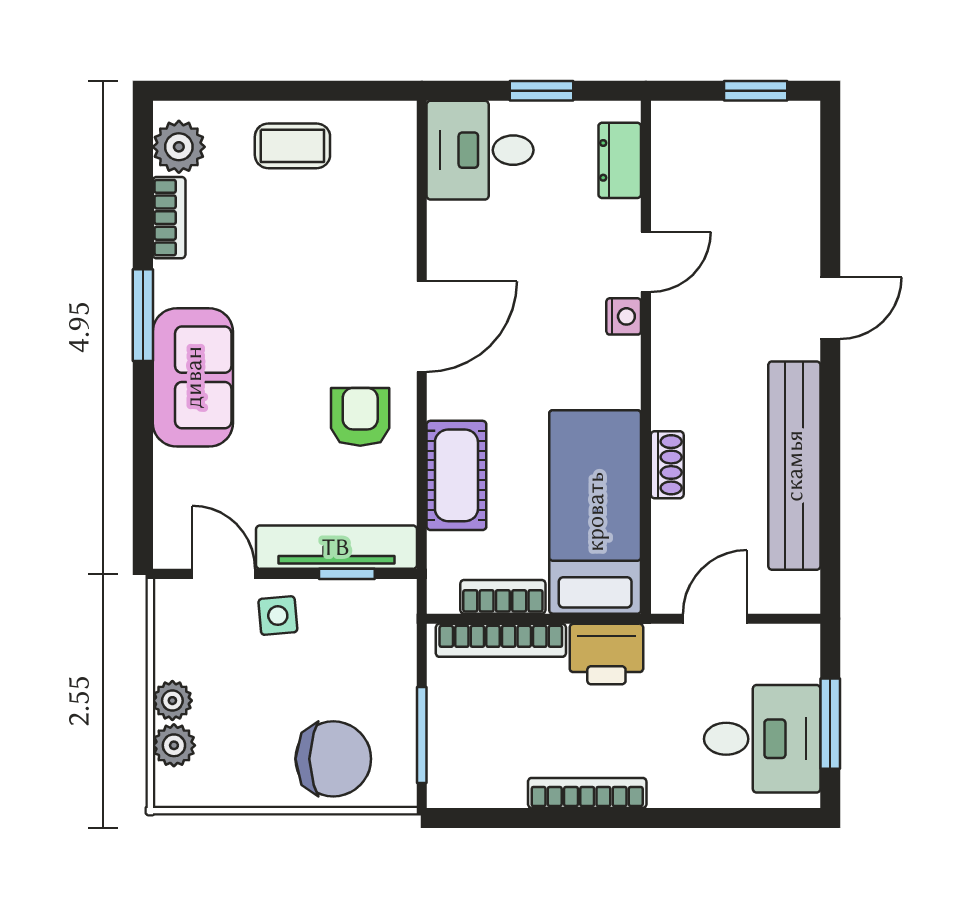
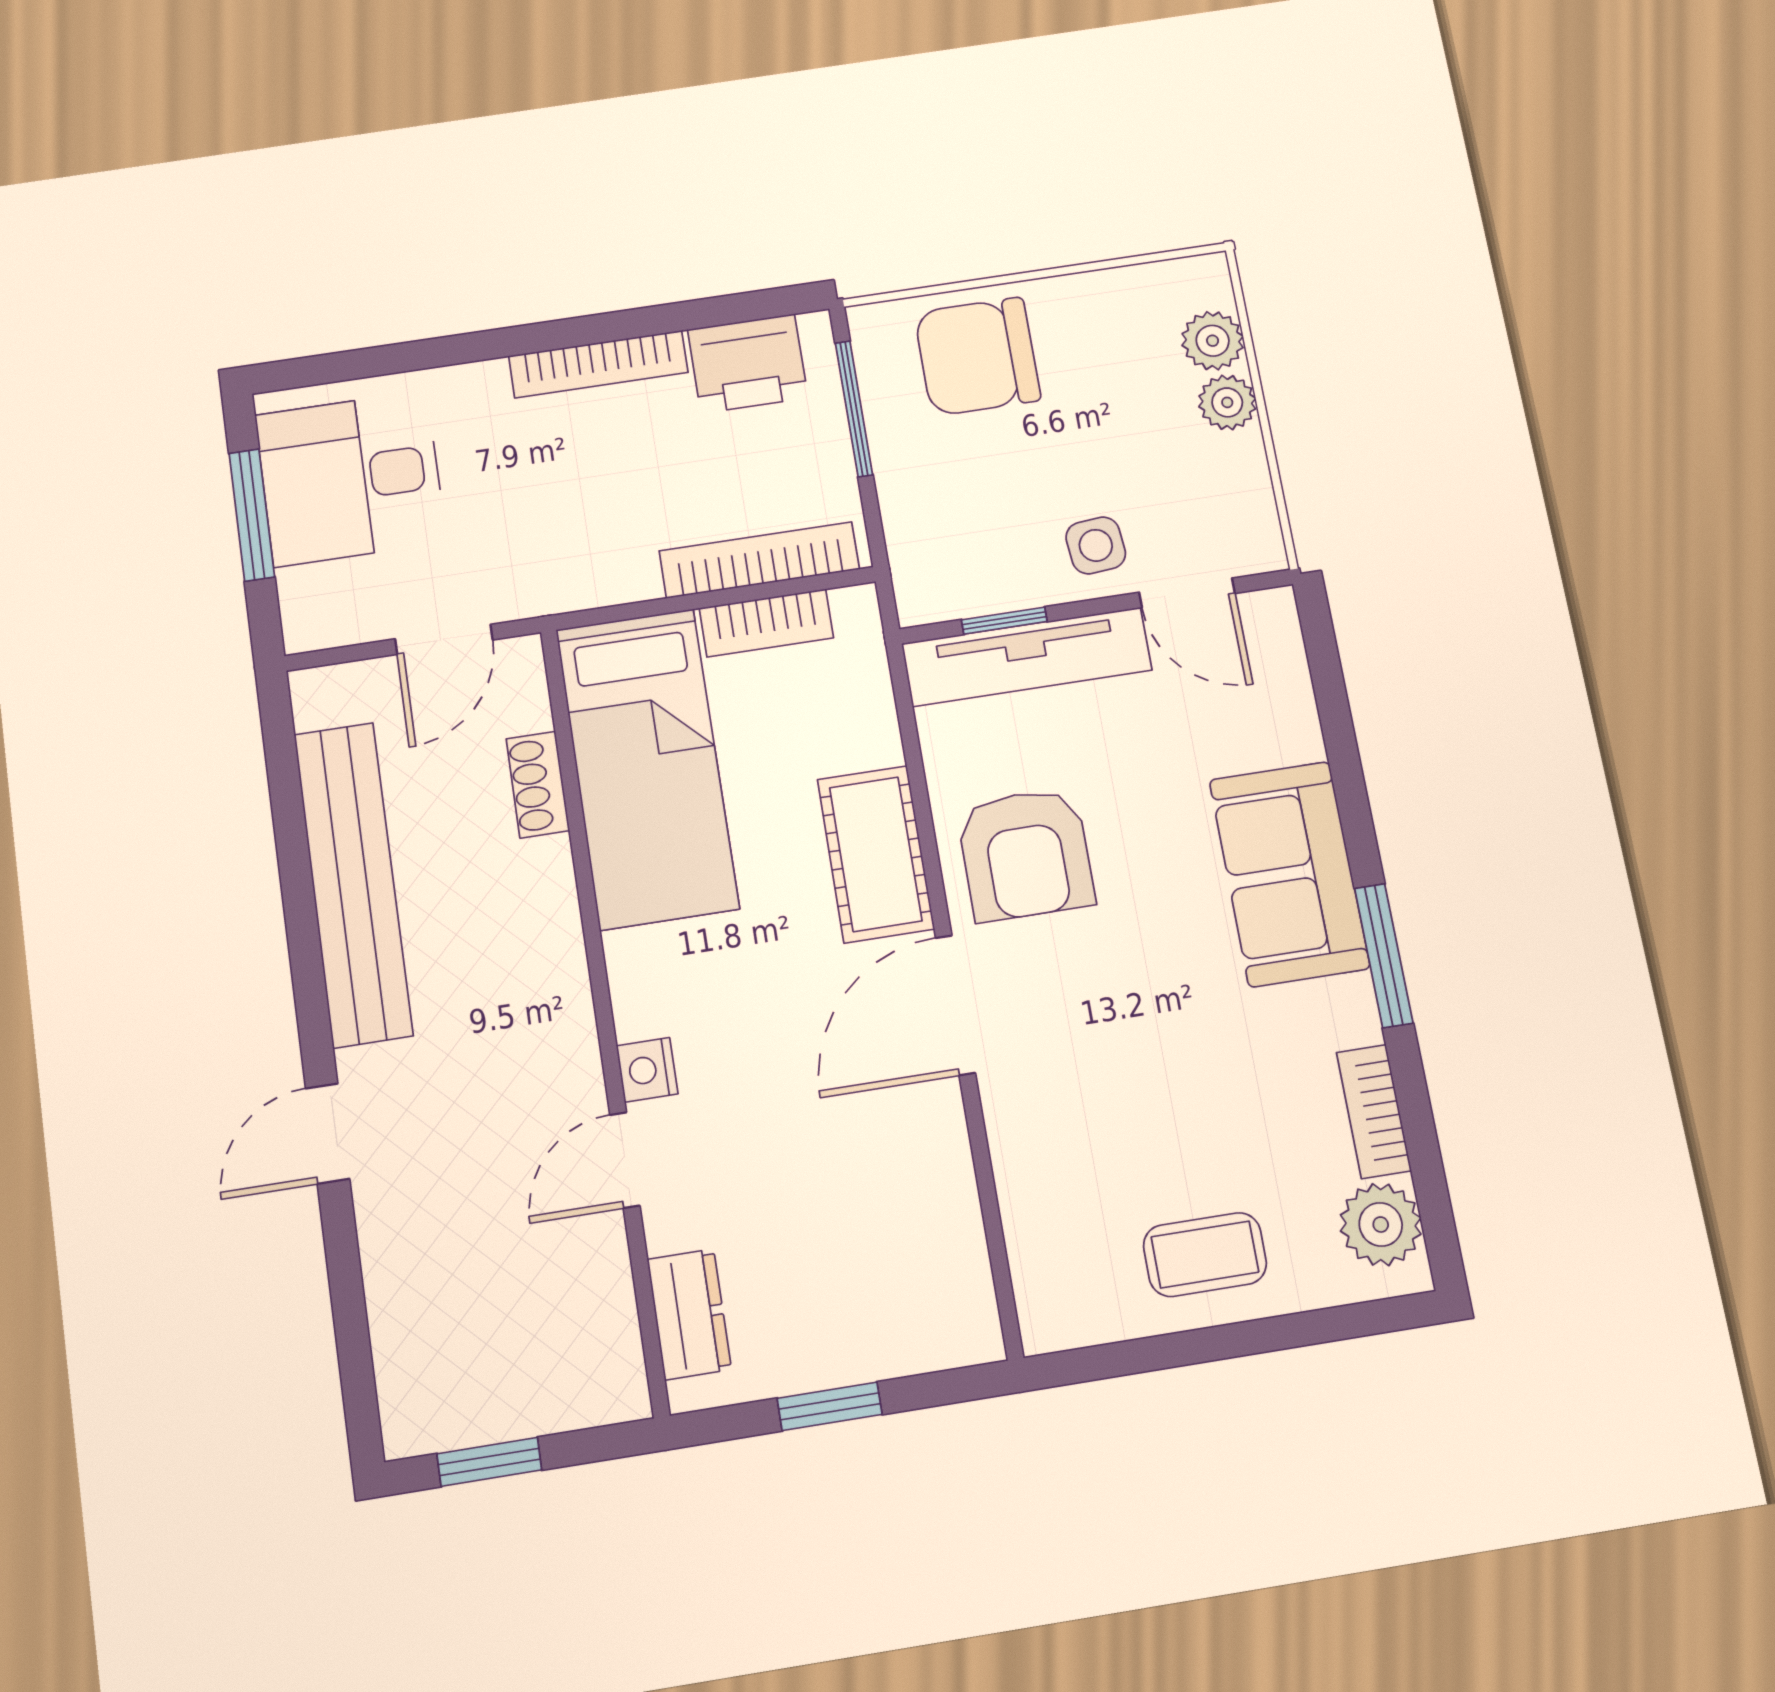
desk: (480, 150) -> (911, 1295), removed
armchair: (360, 417) -> (1026, 854), width x1.38, depth x1.38
shoe rack: (667, 465) -> (538, 785), moved
cot: (456, 475) -> (876, 854), moved
printer: (606, 654) -> (748, 364), moved, turned 180

